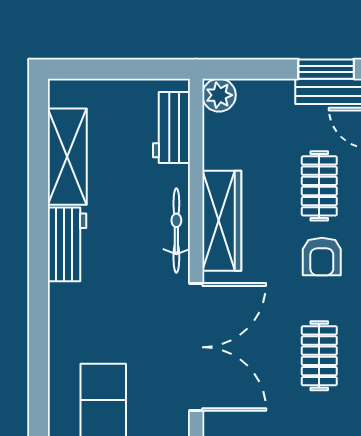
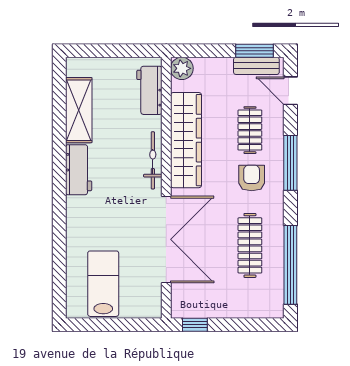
wardrobe: (222, 221) -> (186, 140), width x1.40, depth x1.17
armchair: (322, 256) -> (252, 178), turned 180
clothes rail: (319, 356) -> (250, 245), width x1.36

